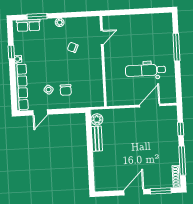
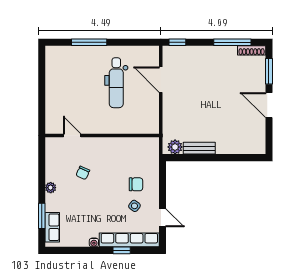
window: (11, 52) -> (122, 250), moved
window: (181, 129) -> (177, 42), moved

